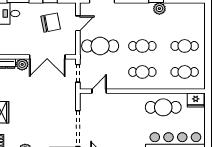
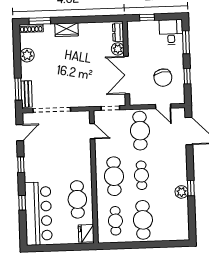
cafe table: (185, 46) -> (143, 220), width x1.37, depth x1.35
cafe table: (142, 72) -> (114, 176), width x1.37, depth x1.35

